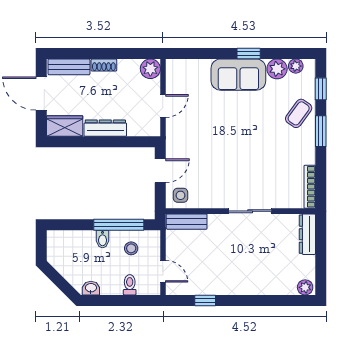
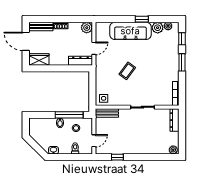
sofa: (238, 75) -> (130, 31), width x1.36
coffee table: (299, 113) -> (127, 71), moved
dresser: (105, 128) -> (80, 61), moved
door: (160, 171) -> (92, 85), removed
door: (163, 271) -> (94, 141), hinge flipped

